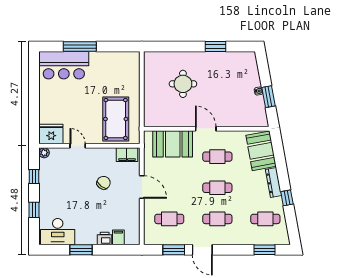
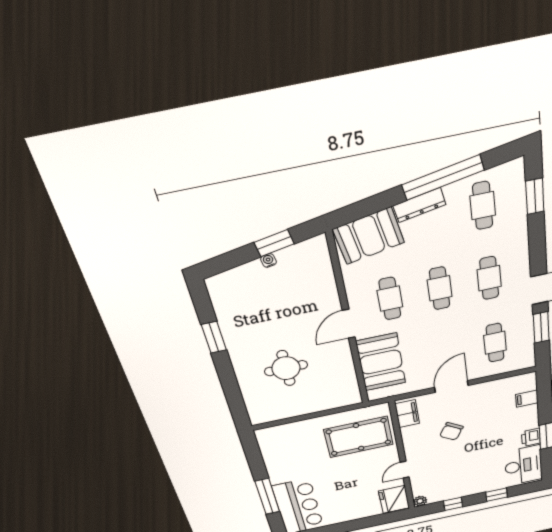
chair: (104, 183) -> (451, 431), turned -96
window: (287, 198) -> (443, 178), width x3.17
printer: (105, 238) -> (531, 437), moved

